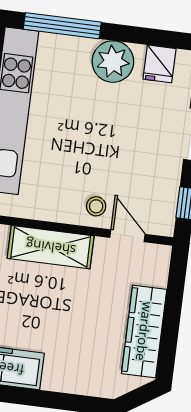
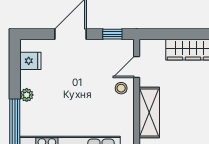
plant: (113, 62) -> (27, 95), width x0.53, depth x0.53

